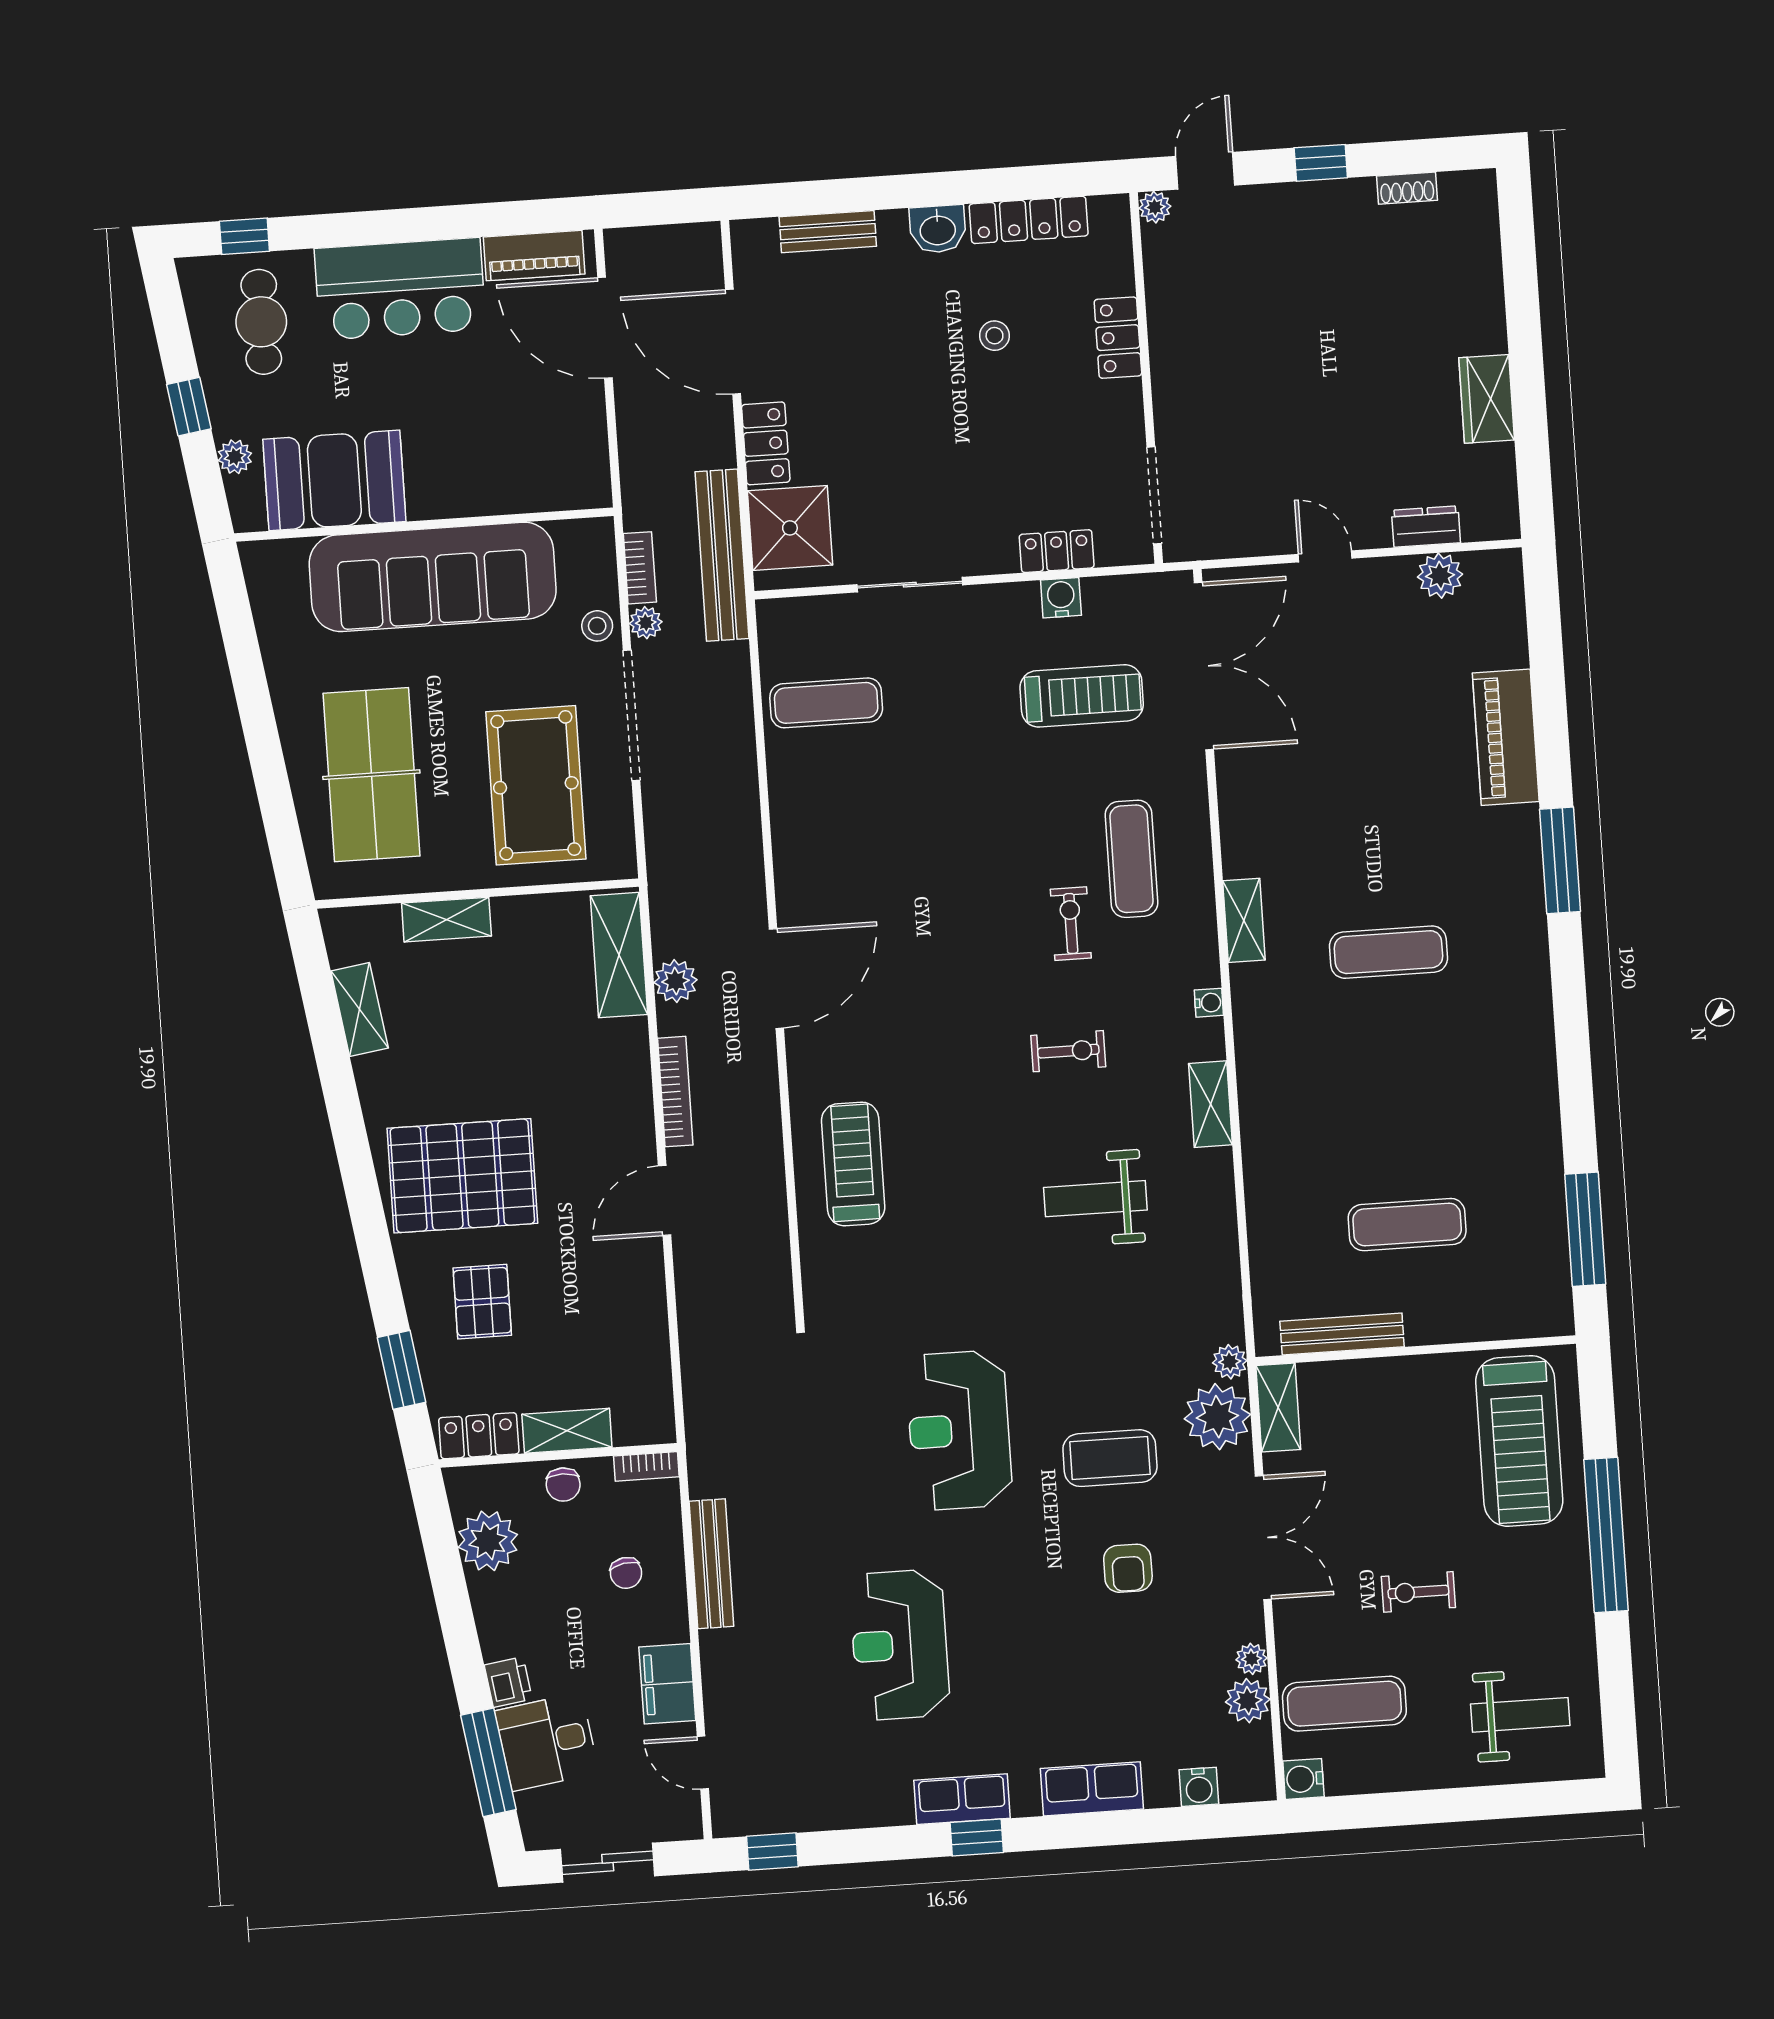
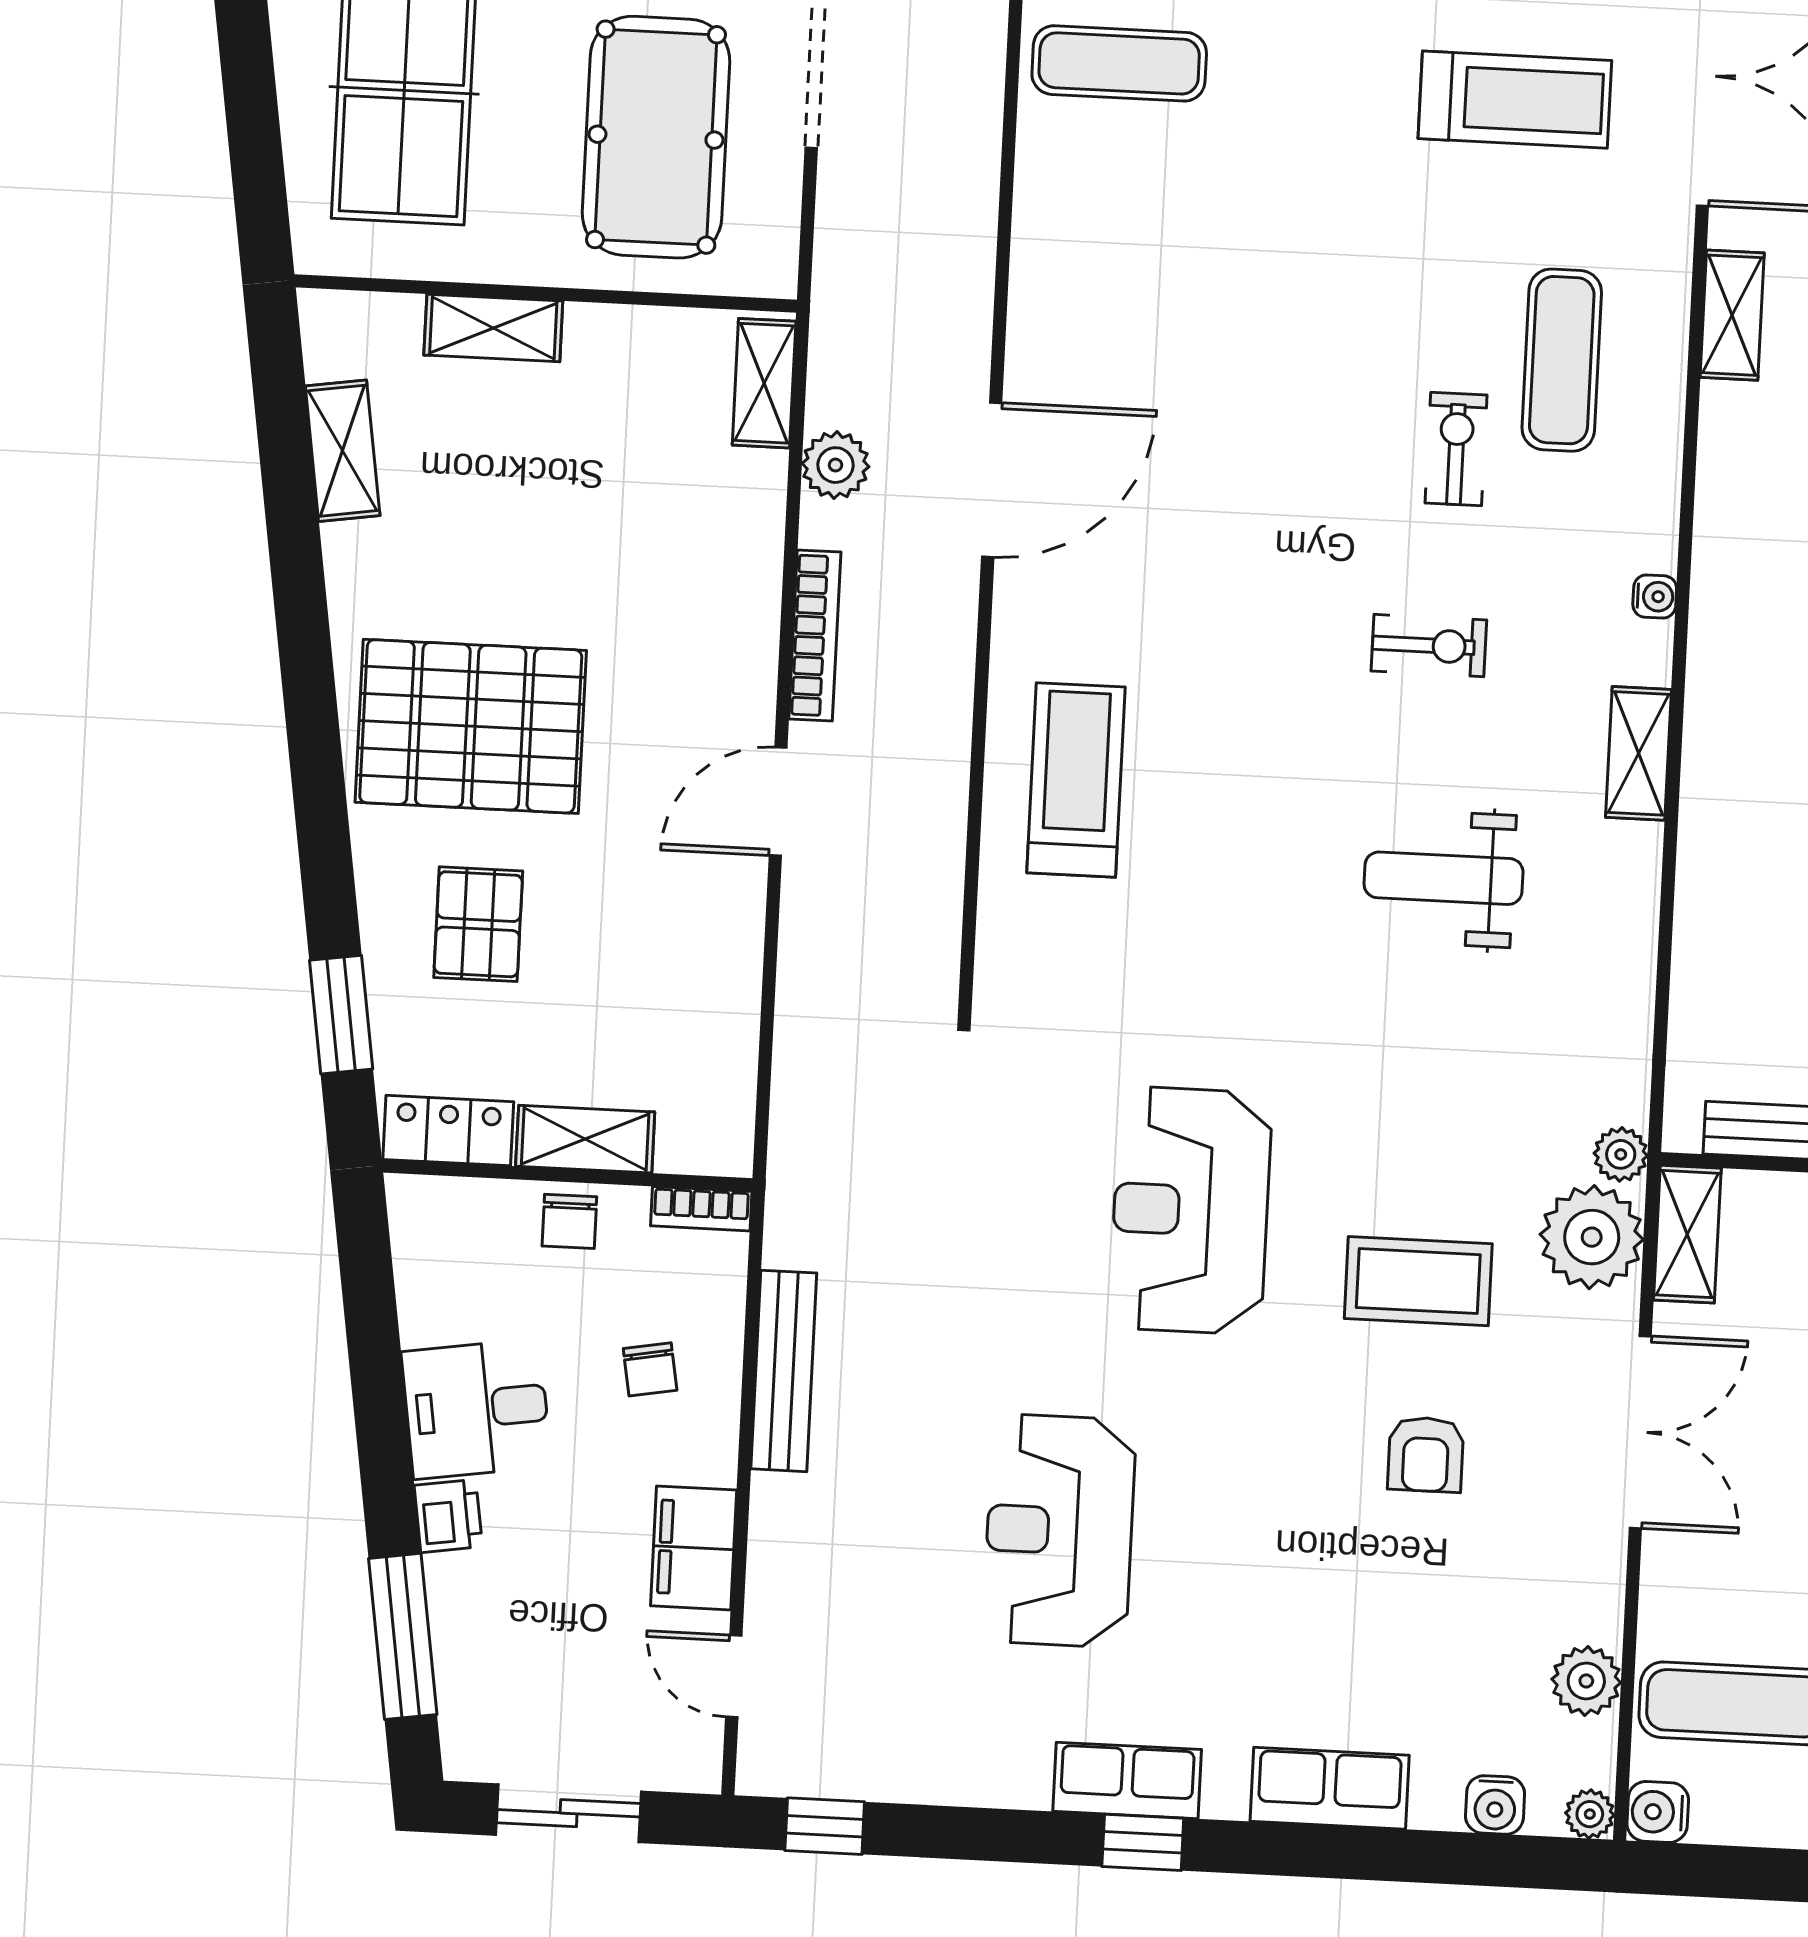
shelving: (1244, 920) -> (1732, 315), moved
shelving: (619, 955) -> (764, 383), width x0.67, depth x0.75
plant: (488, 1541) -> (443, 1294), removed
plant: (1252, 1659) -> (1590, 1814), moved
desk: (547, 1742) -> (476, 1409), moved

